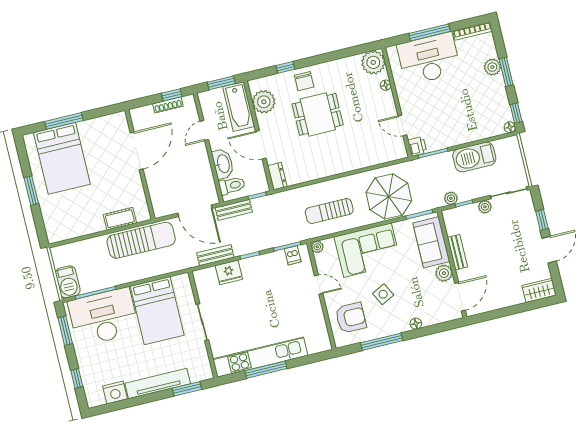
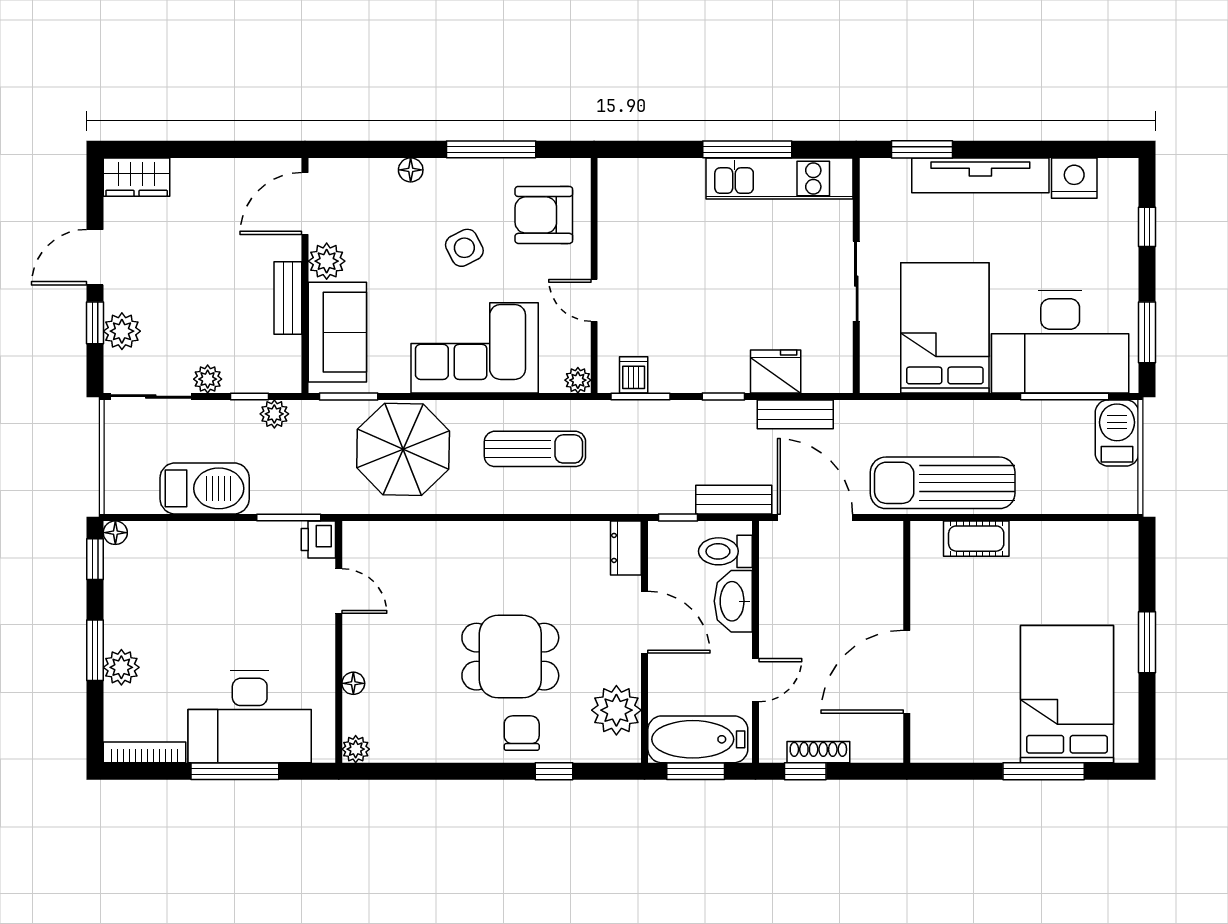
plant: (373, 62) -> (356, 749), width x0.53, depth x0.53
bathtub: (239, 107) -> (698, 739), moved, turned -90
plant: (529, 219) -> (122, 331), added
kitchen unit: (260, 357) -> (780, 178), width x0.73

